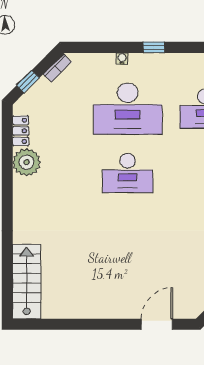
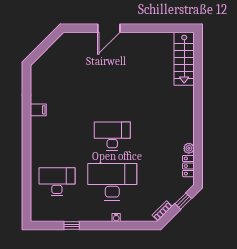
window: (154, 47) -> (72, 225), moved
plant: (26, 162) -> (189, 148), width x0.53, depth x0.53
door: (157, 324) -> (109, 28), moved

